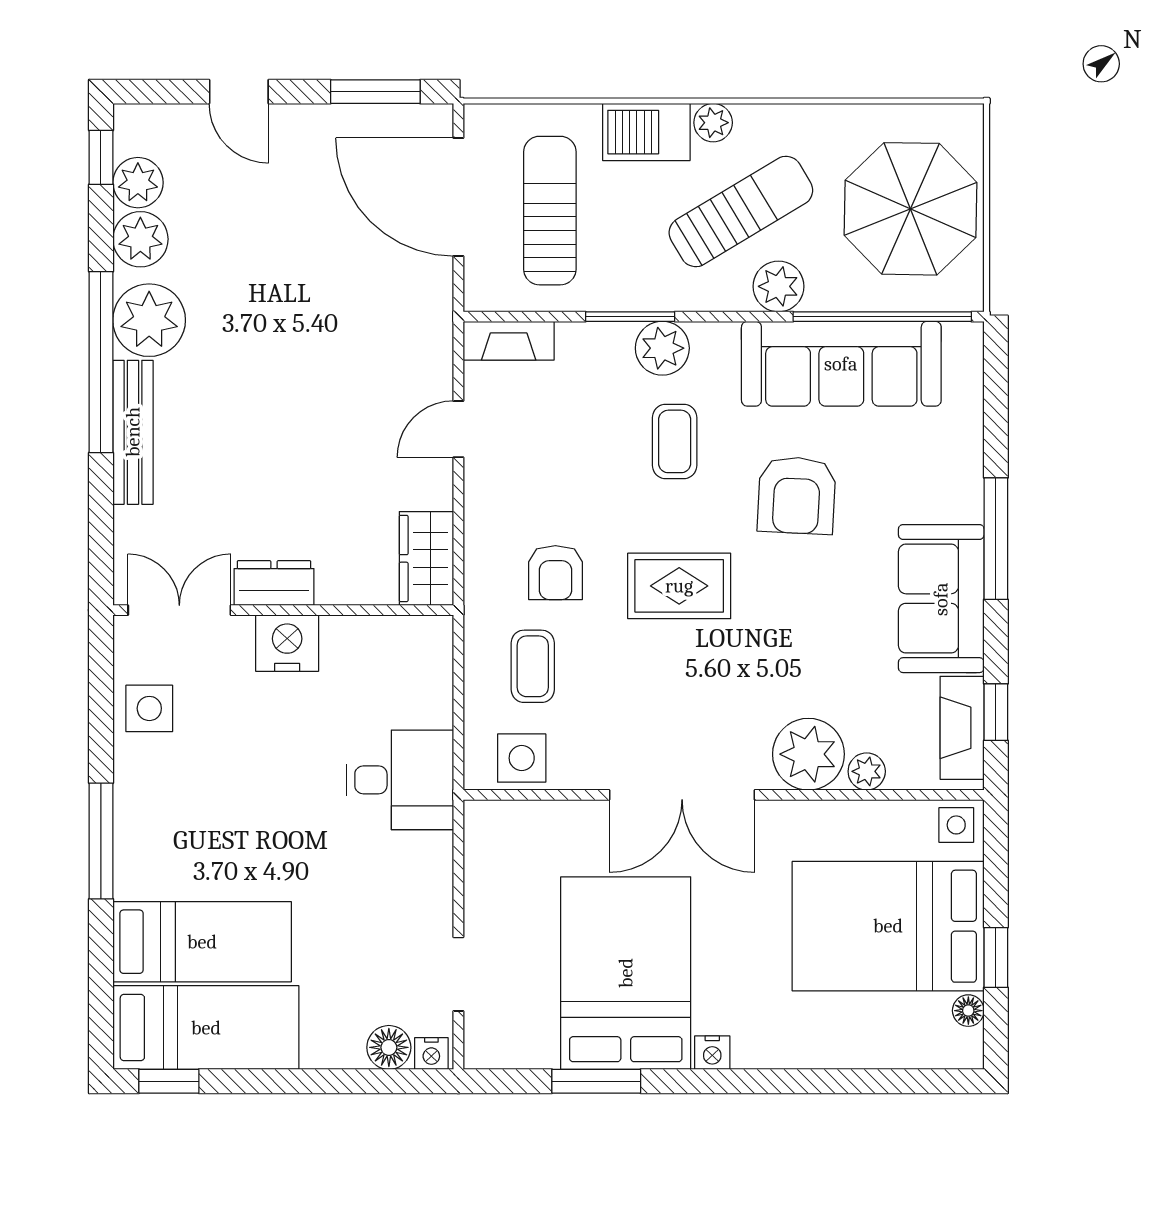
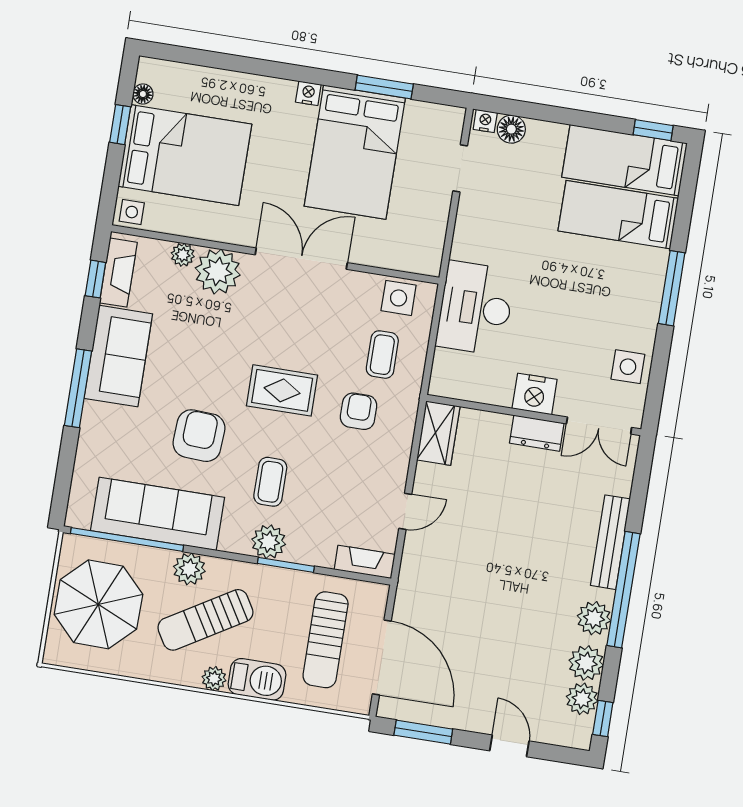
plant: (149, 320) -> (594, 618), width x0.73, depth x0.73
desk: (400, 780) -> (475, 308), width x1.37

